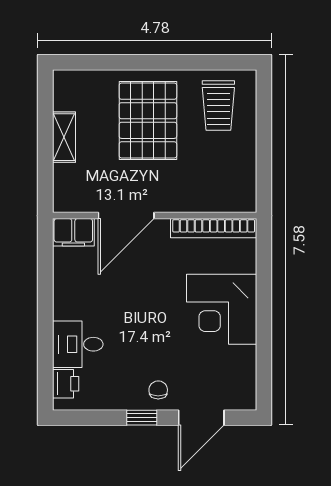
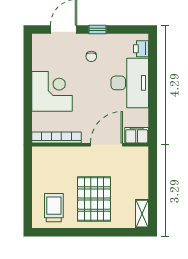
shelving: (64, 137) -> (142, 214), moved
desk: (78, 344) -> (130, 83), width x1.87, depth x1.30
chair: (158, 390) -> (91, 56), moved

